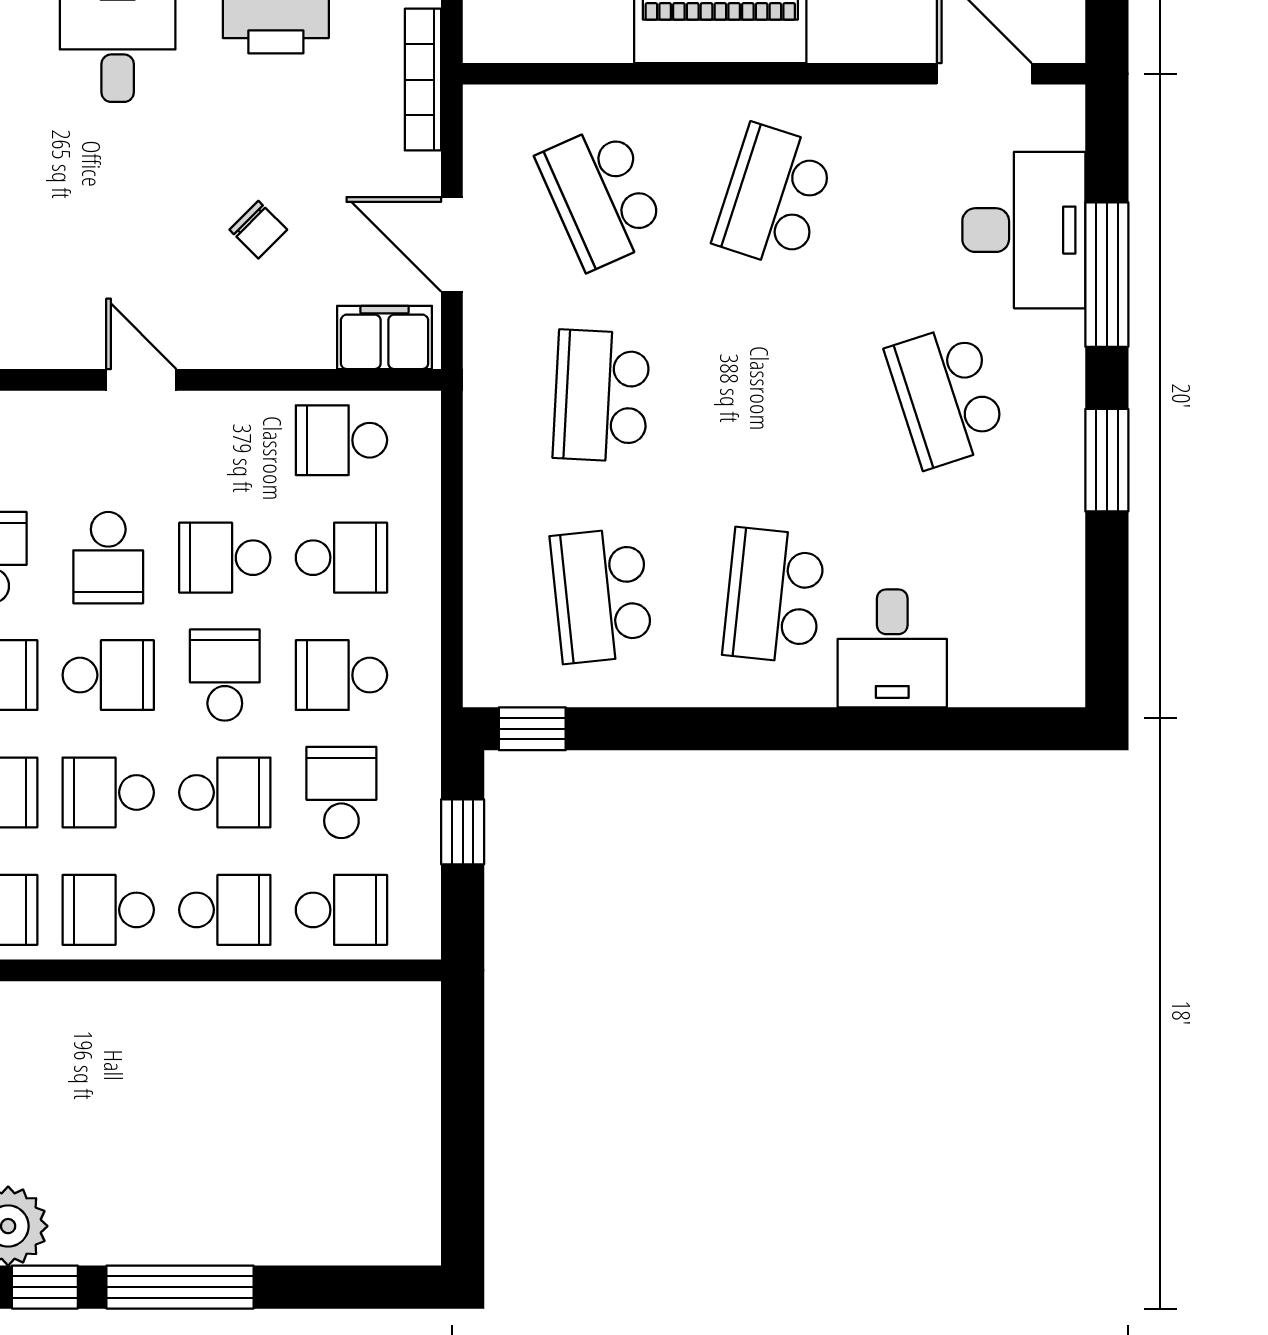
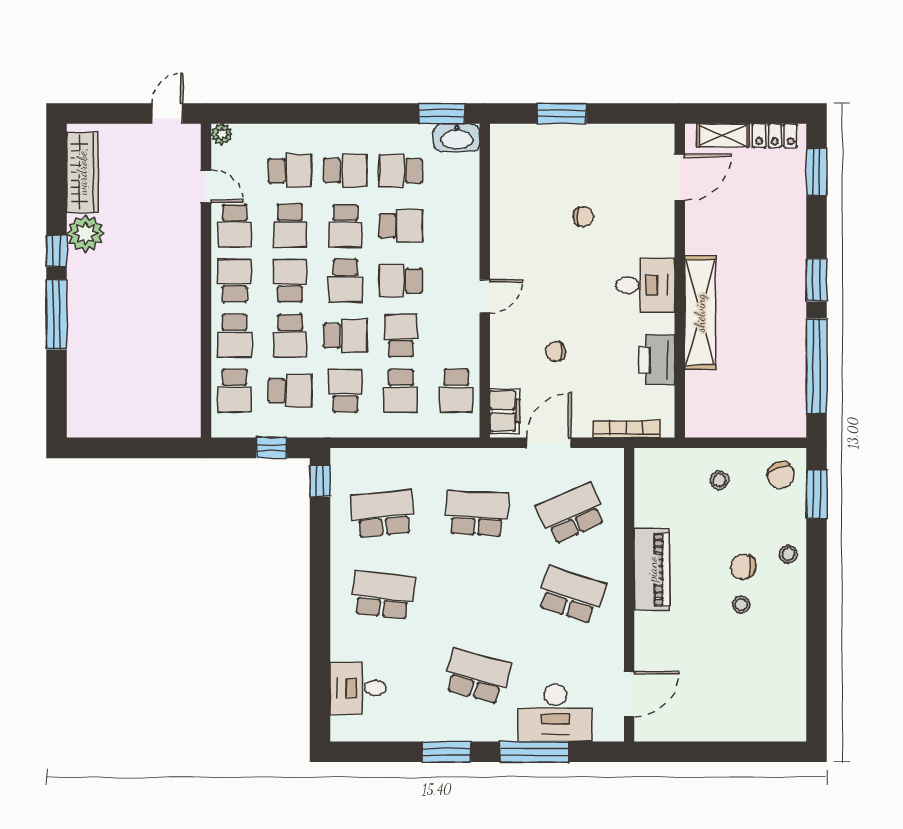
chair: (258, 230) -> (556, 351), turned 45
school desk: (946, 396) -> (477, 676), turned 33
school desk: (341, 440) -> (456, 391), turned 180
desk: (892, 648) -> (358, 688), moved

